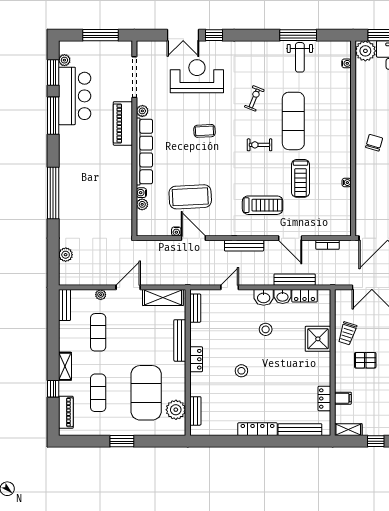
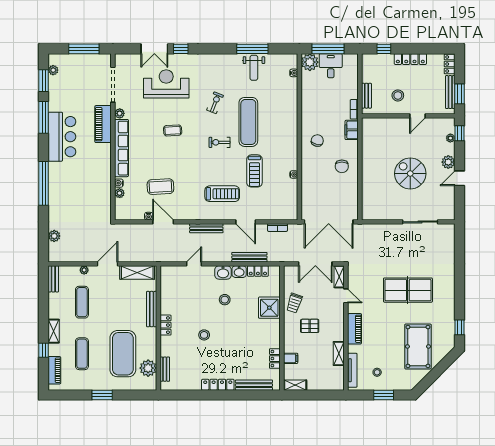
bar counter: (75, 96) -> (62, 137), moved
coffee table: (190, 197) -> (160, 187), width x0.73, depth x0.76
bench: (195, 308) -> (165, 281), removed
window: (376, 441) -> (319, 395), removed

